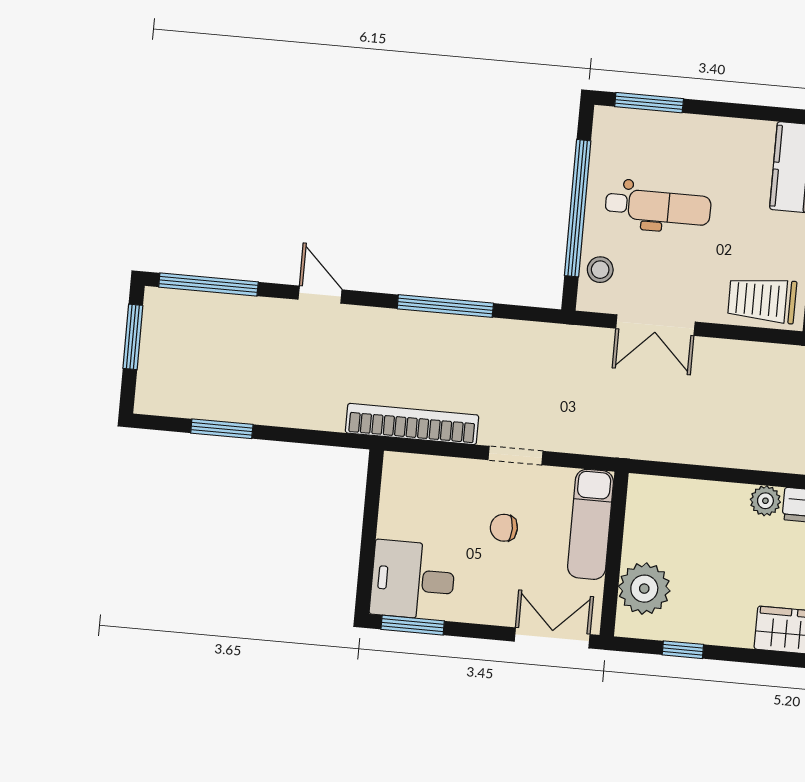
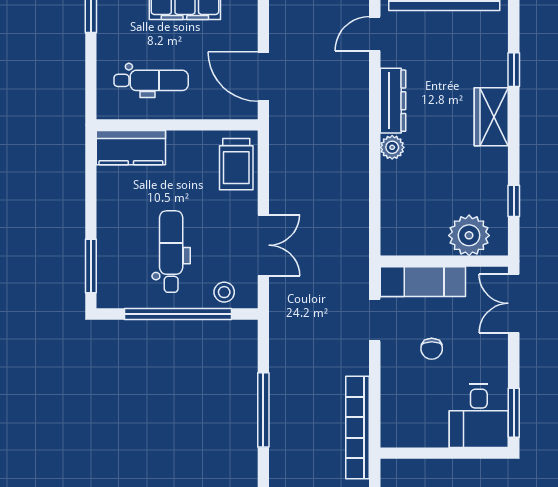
doorway: (516, 456) -> (375, 320), moved

